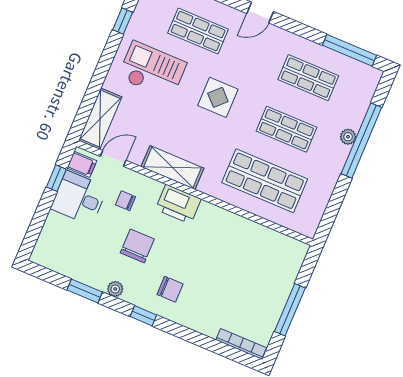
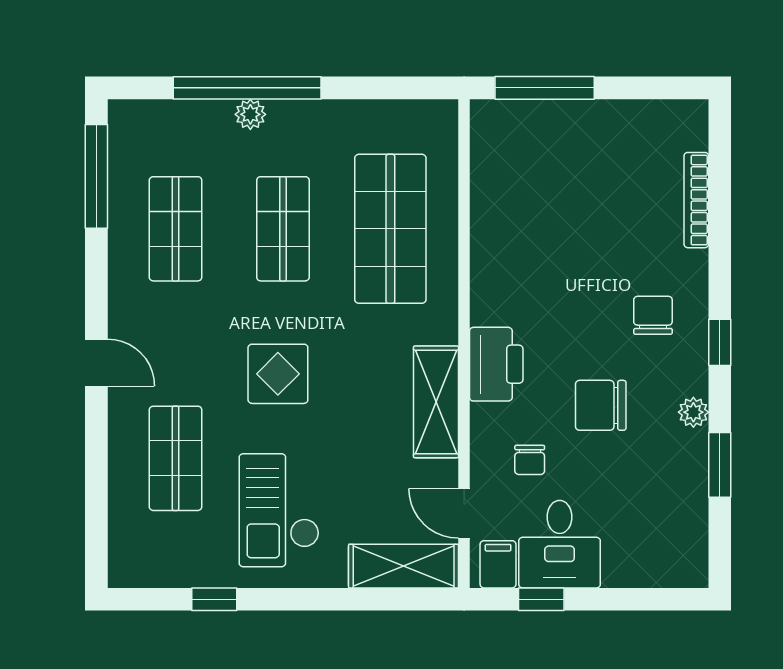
window: (290, 310) -> (545, 88), moved
bookcase: (241, 344) -> (696, 200), moved

